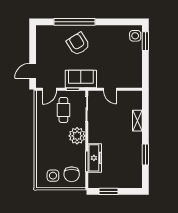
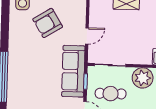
armchair: (78, 44) -> (48, 23), moved
sofa: (81, 79) -> (73, 71), width x1.36

